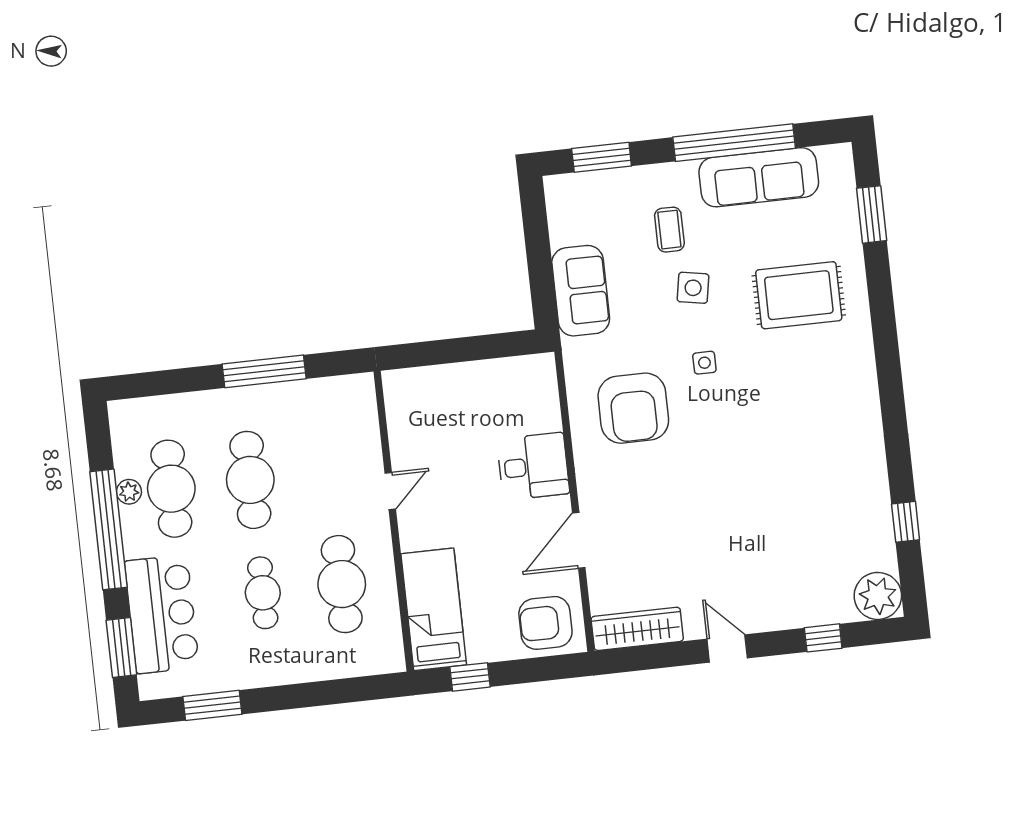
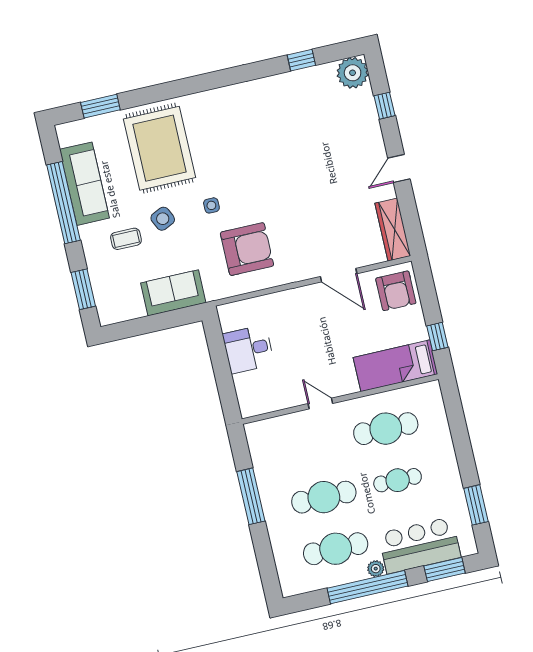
side table: (693, 288) -> (163, 219), turned -35
rug: (799, 295) -> (160, 148), width x1.37, depth x1.44
desk: (533, 466) -> (248, 349), moved, turned -90
plant: (129, 492) -> (376, 569), moved

